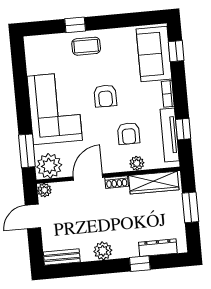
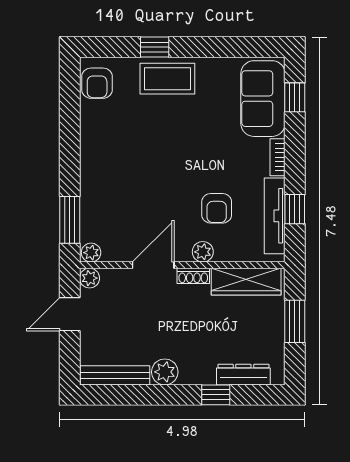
coffee table: (86, 46) -> (167, 79), width x1.36, depth x1.30
armchair: (105, 96) -> (97, 83), moved
corner sofa: (55, 108) -> (115, 163), removed
plant: (137, 163) -> (203, 252), moved
plant: (49, 166) -> (91, 253), width x0.53, depth x0.53
bench: (62, 257) -> (115, 375), width x1.36

